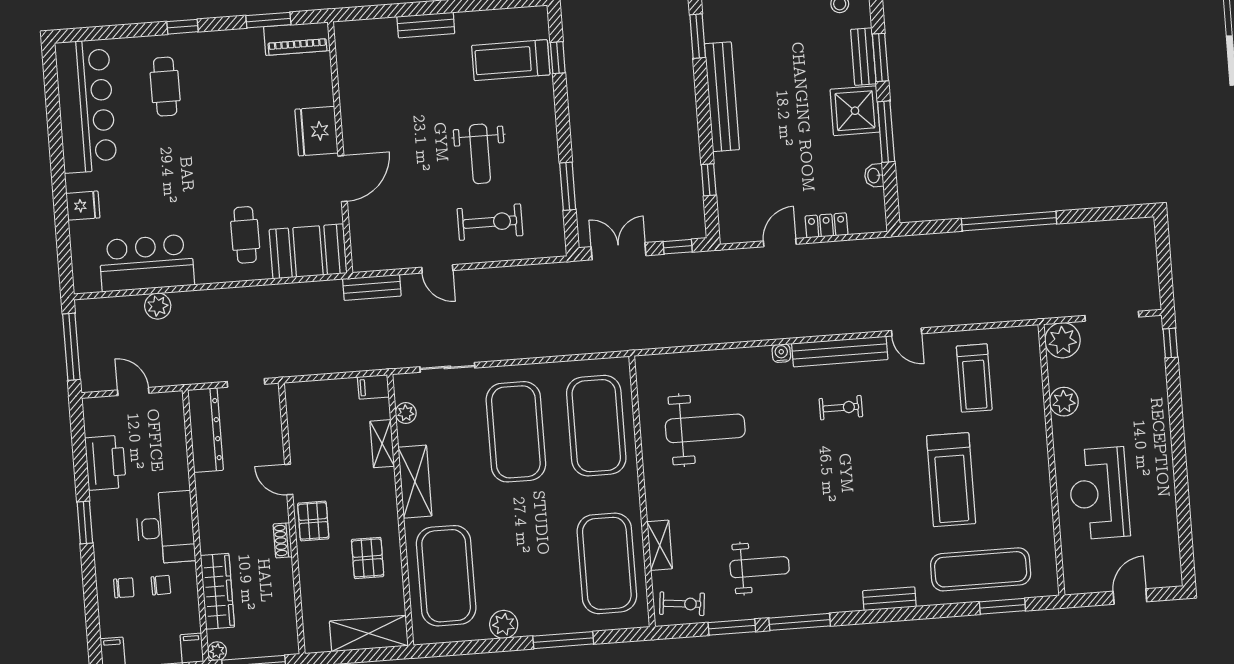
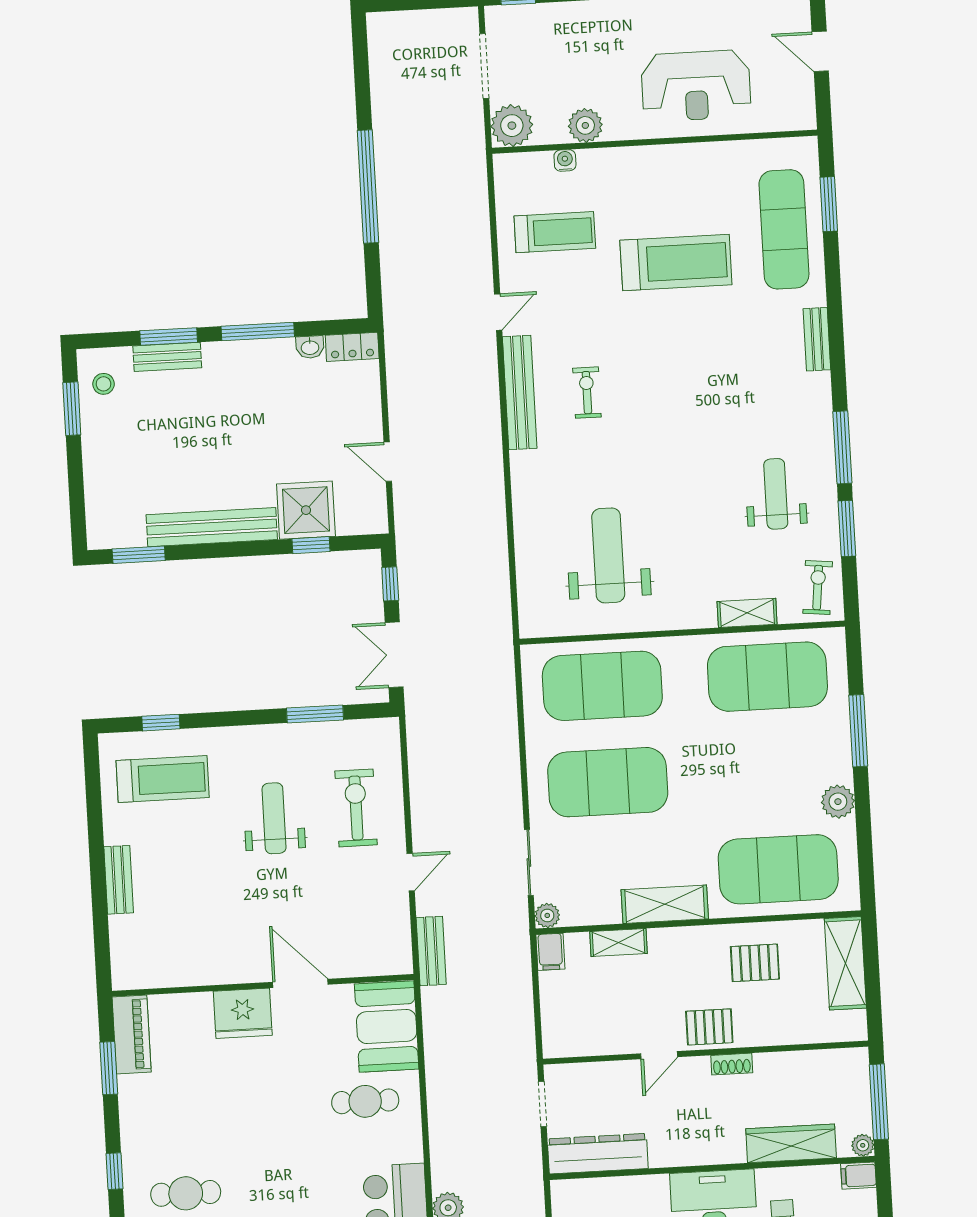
treadmill: (511, 60) -> (163, 779), turned -90
shower: (855, 111) -> (306, 510), moved
weight bench: (480, 154) -> (274, 818), turned -90
locker: (826, 225) -> (352, 347), moved, turned -90
water cooler: (781, 353) -> (565, 160), moved, turned 90
plant: (406, 413) -> (547, 915), moved

